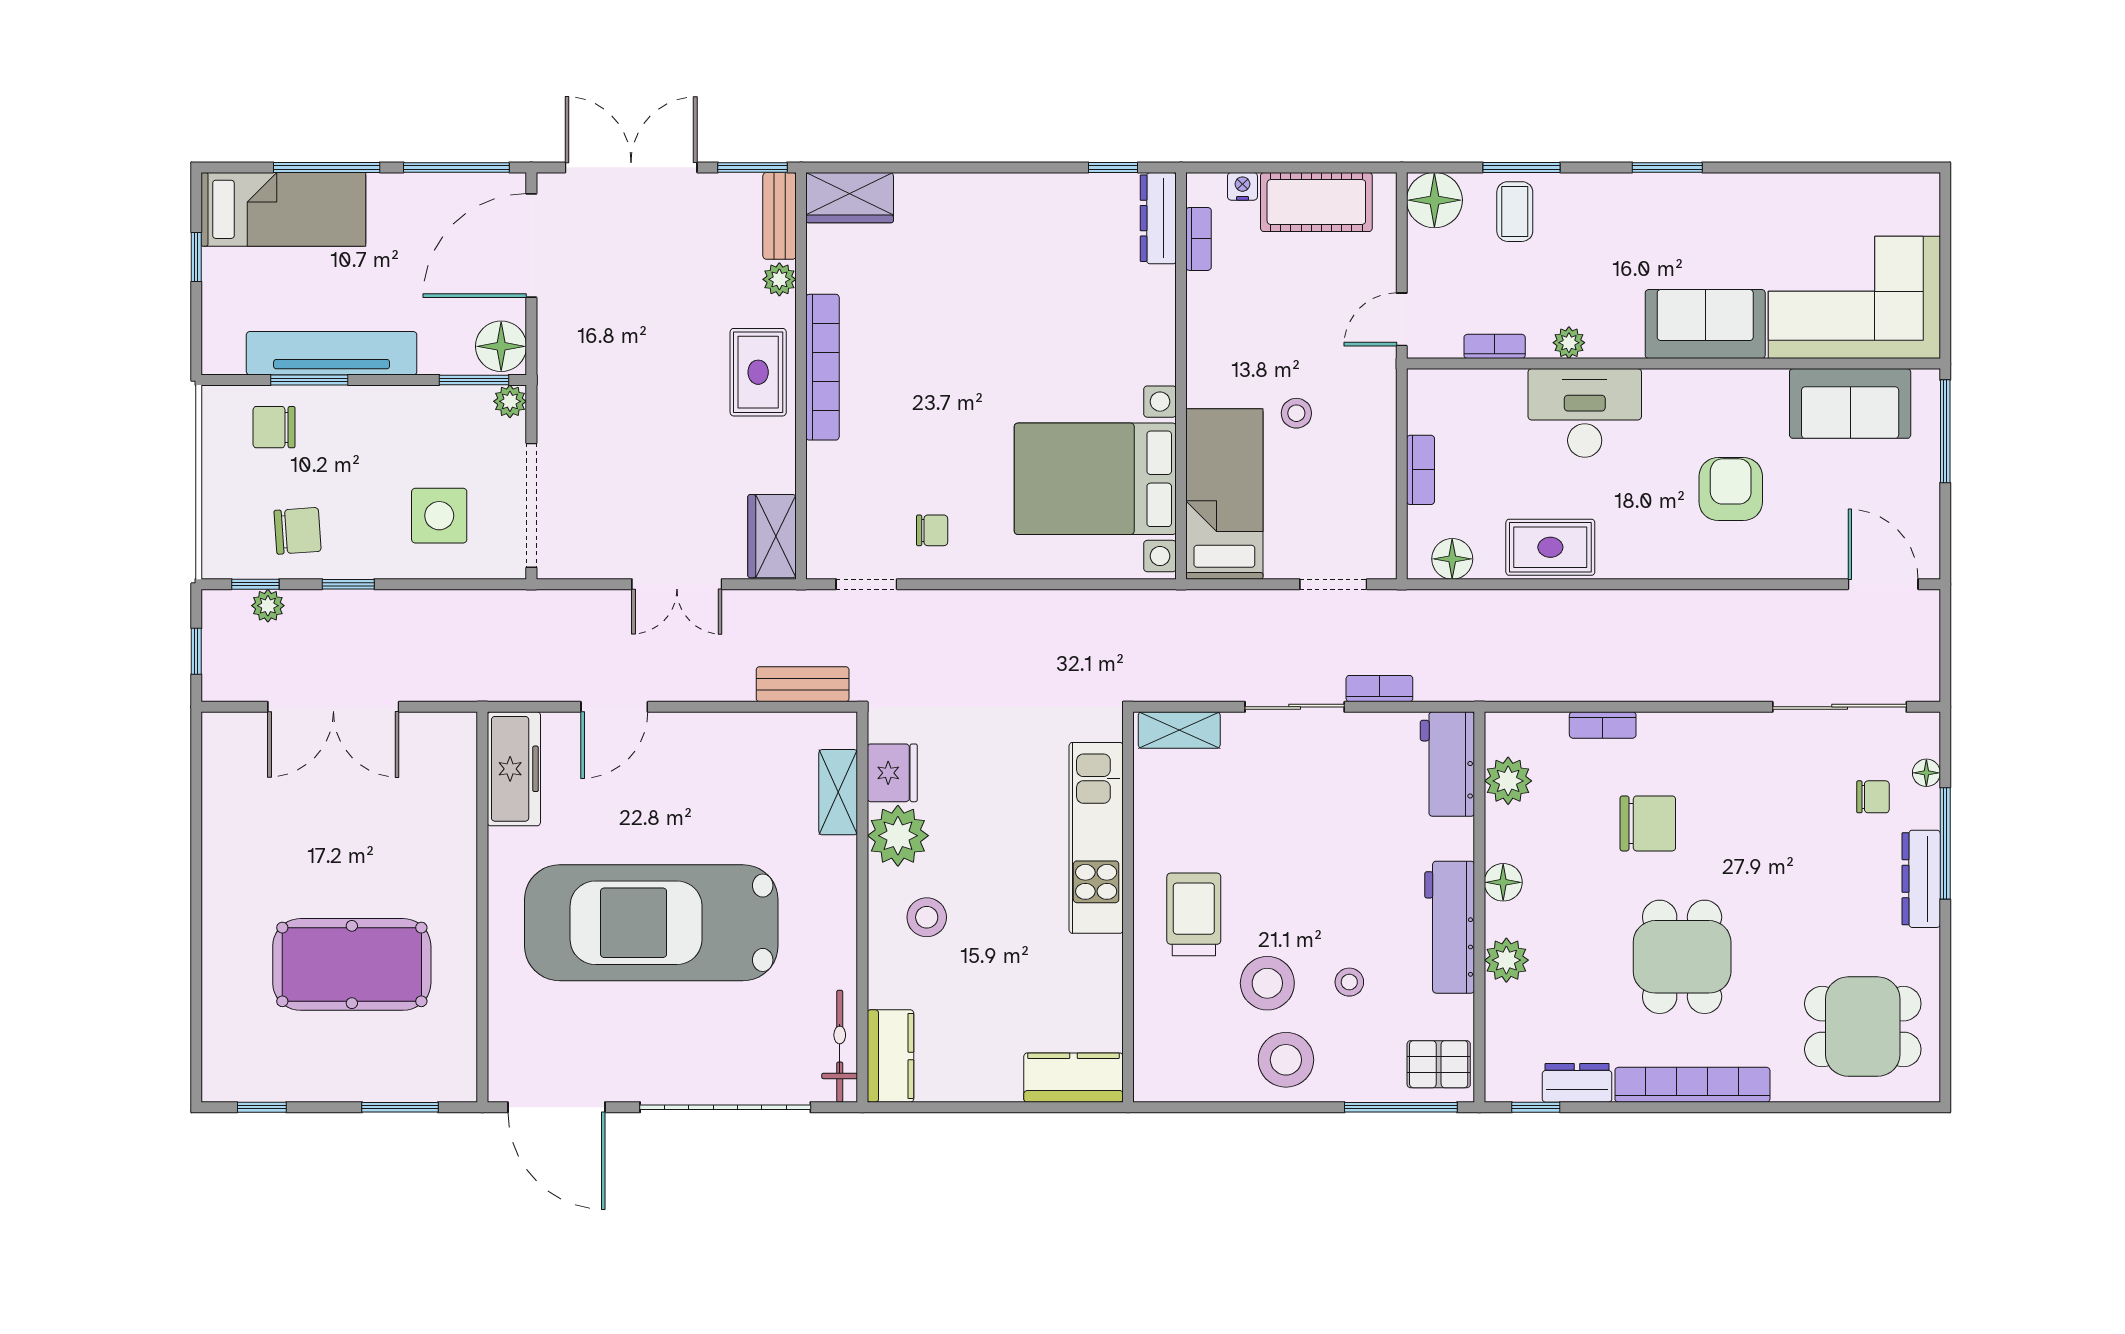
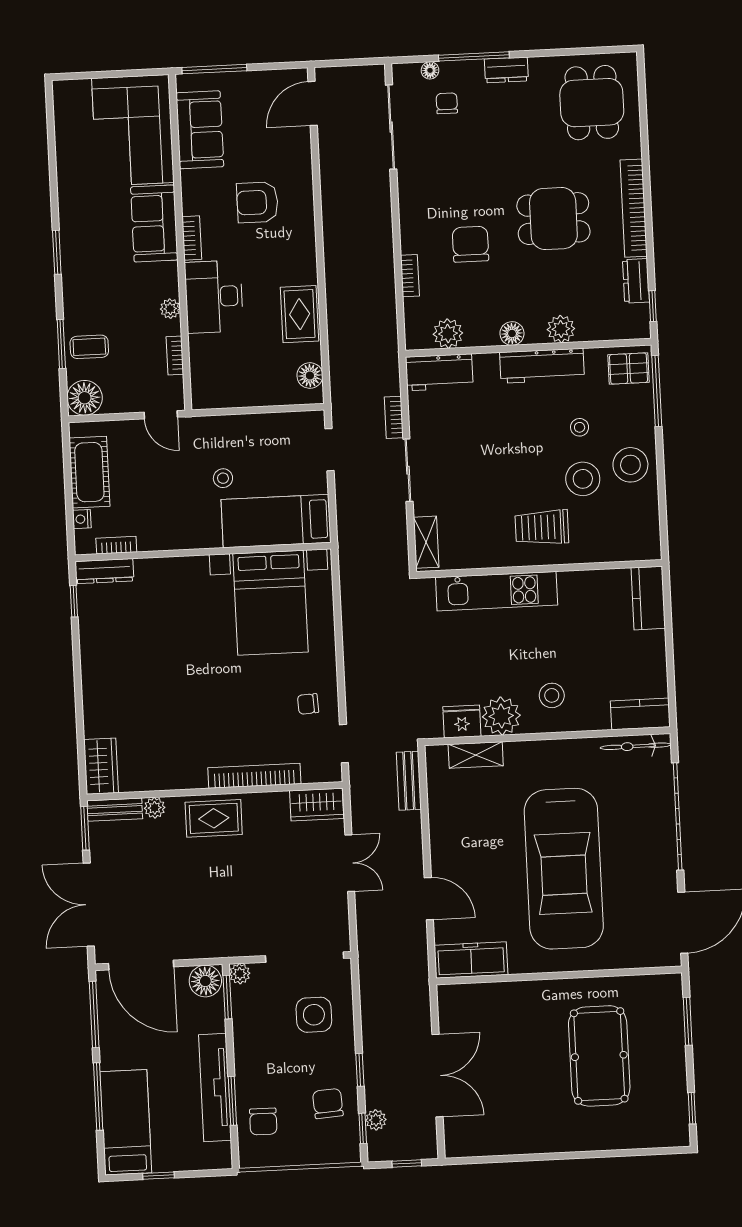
bookcase: (823, 367) -> (254, 776), moved
bookcase: (1421, 470) -> (192, 238), moved, turned 90
chair: (932, 530) -> (308, 704), turned -93
dresser: (1921, 879) -> (506, 70), width x0.70
pallet: (1439, 1064) -> (629, 368), turned 90

